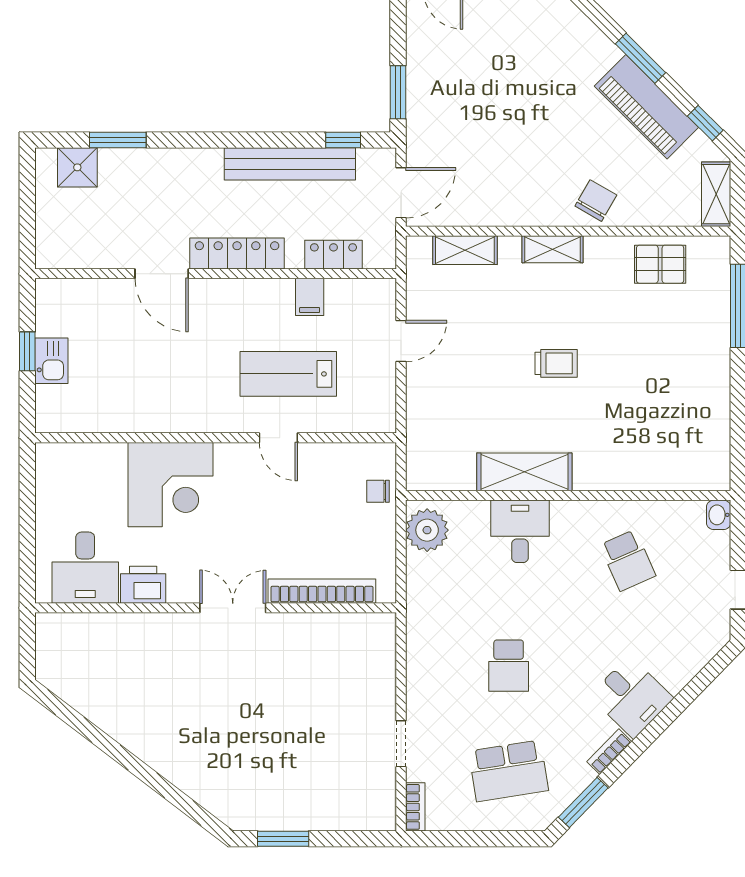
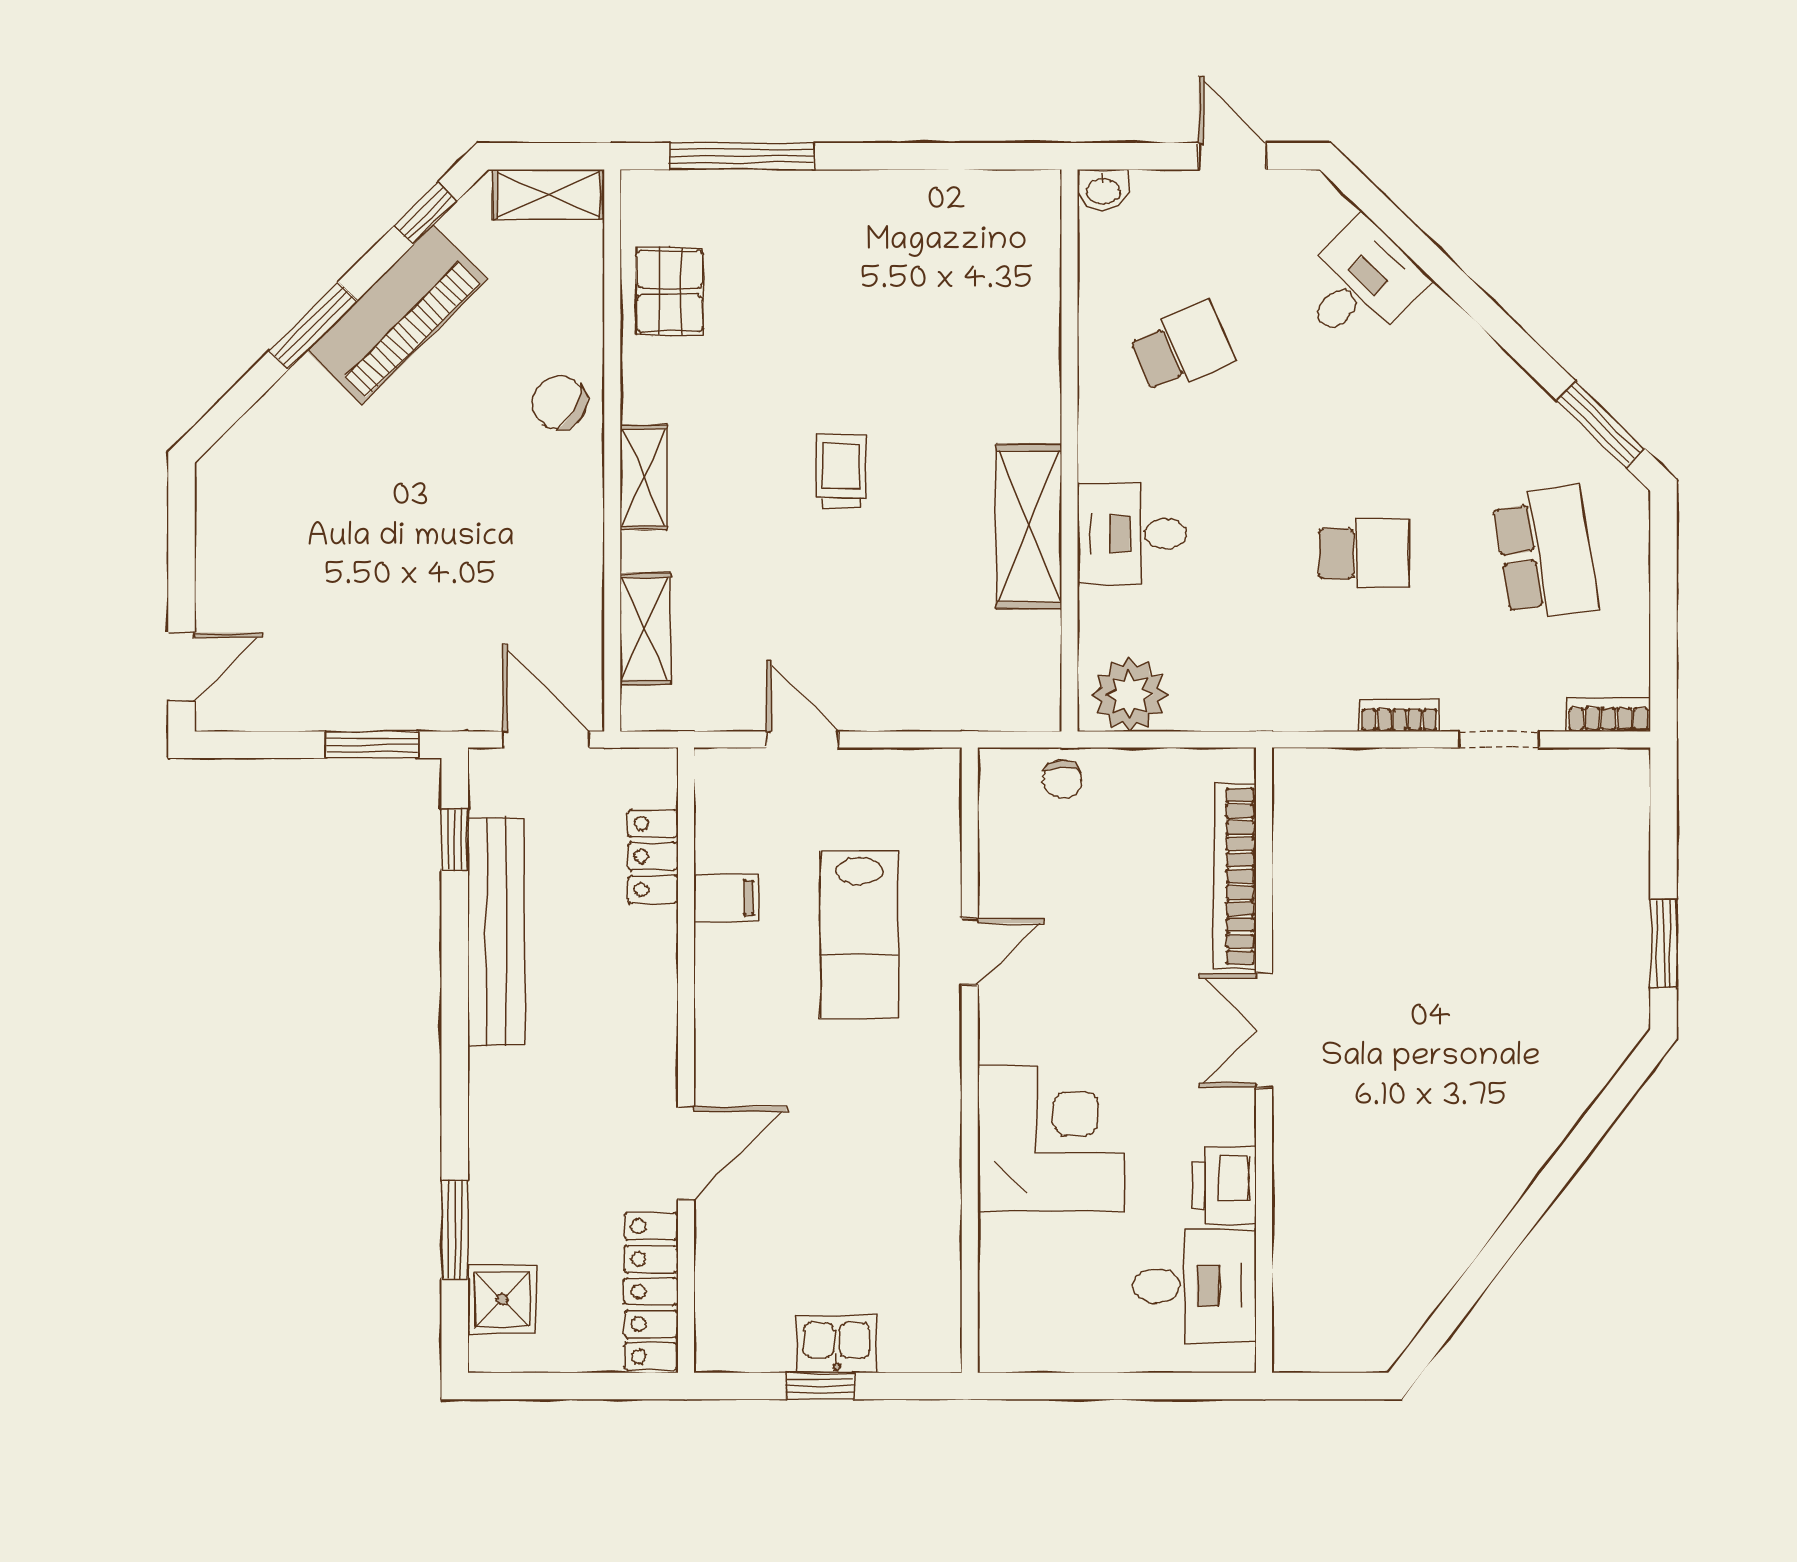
locker: (237, 254) -> (651, 1291), moved
desk: (631, 697) -> (1360, 284), moved
bookcase: (609, 752) -> (1399, 716), moved, turned 136

